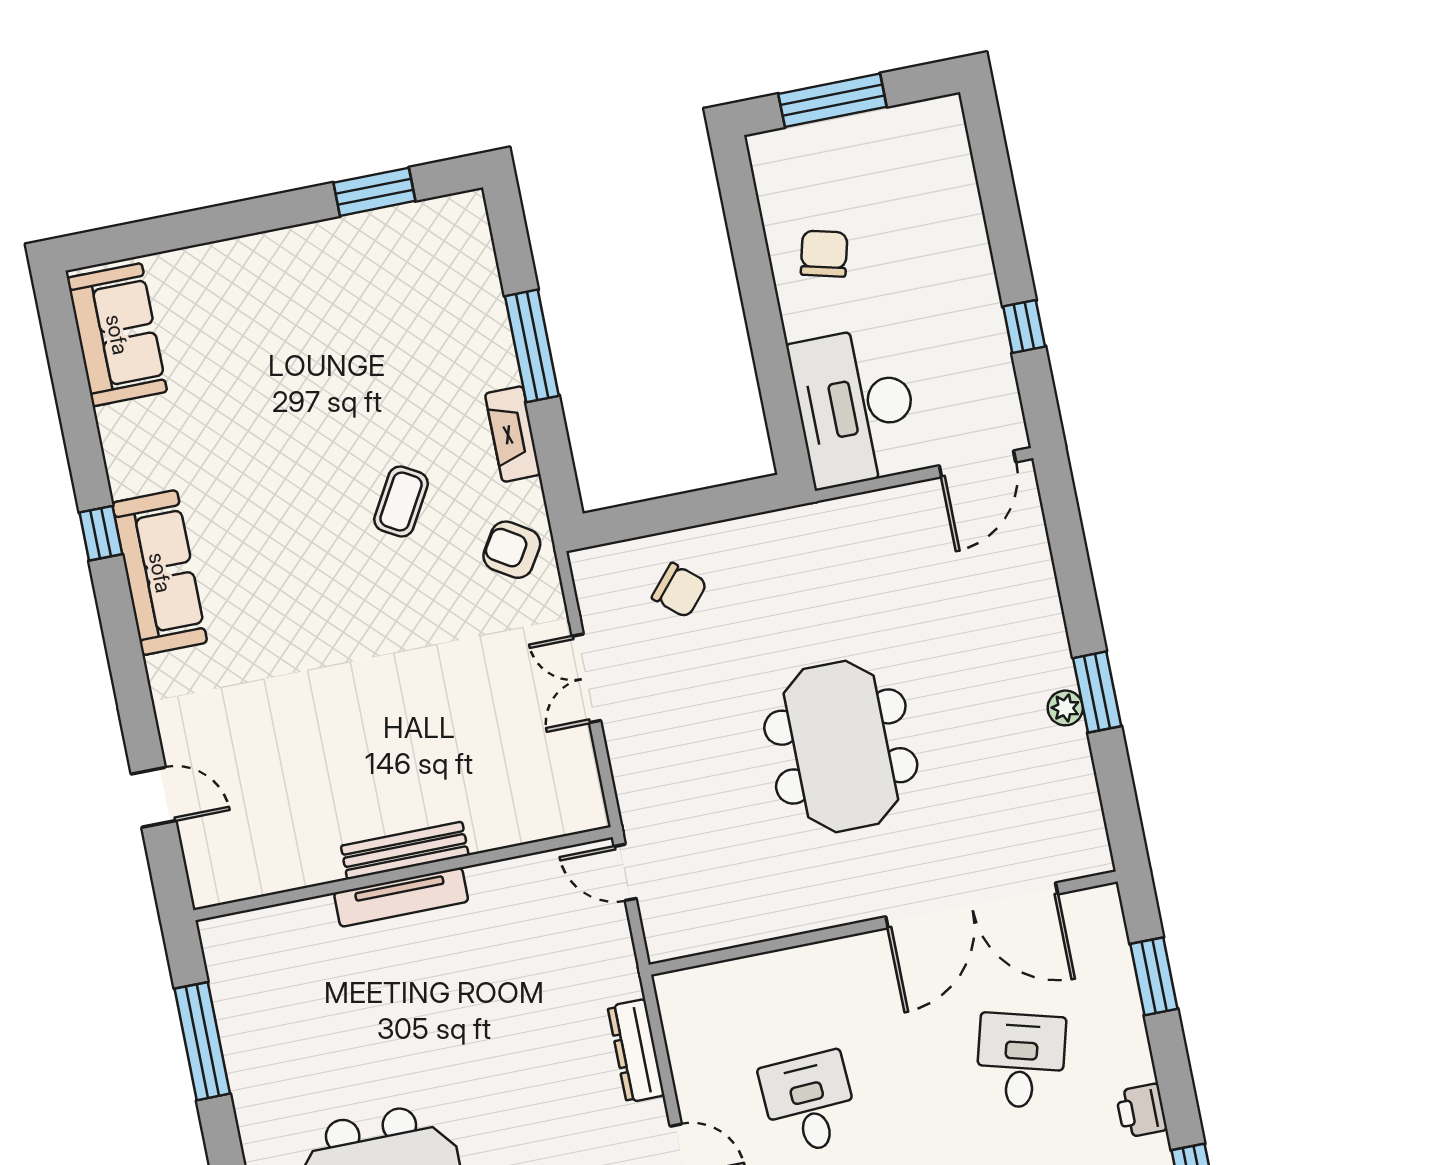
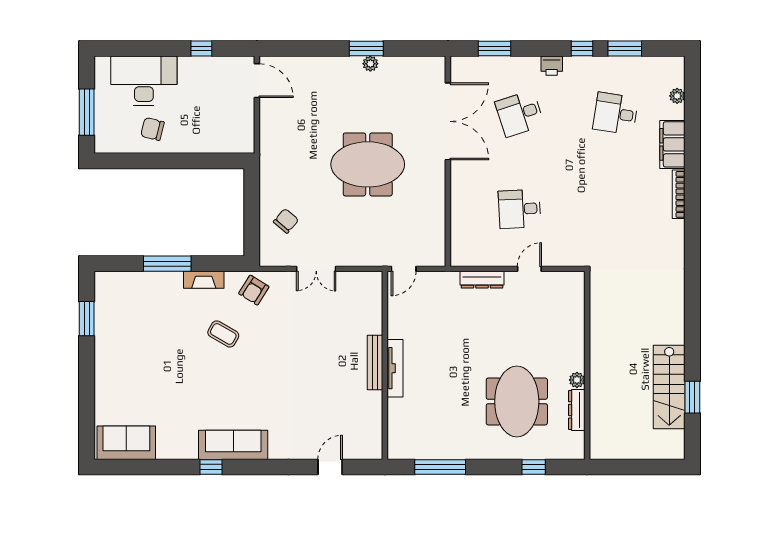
desk: (855, 407) -> (144, 81), moved, turned 180
desk: (1021, 1061) -> (520, 114), turned -33

